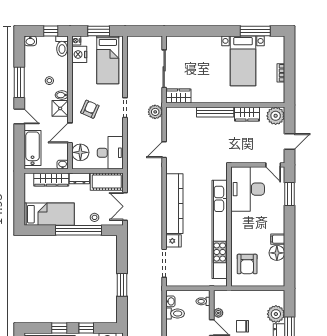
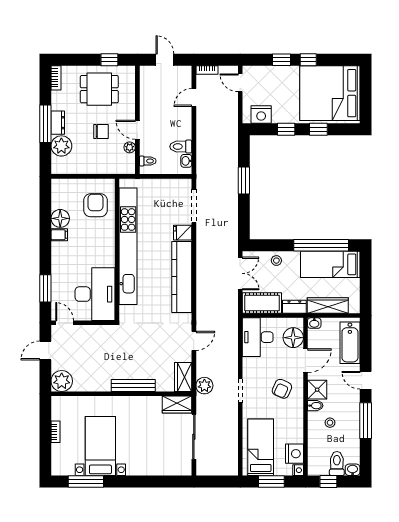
toilet: (62, 46) -> (337, 464), moved
wardrobe: (247, 114) -> (183, 377), moved, turned -90
window: (78, 230) -> (321, 245), moved

